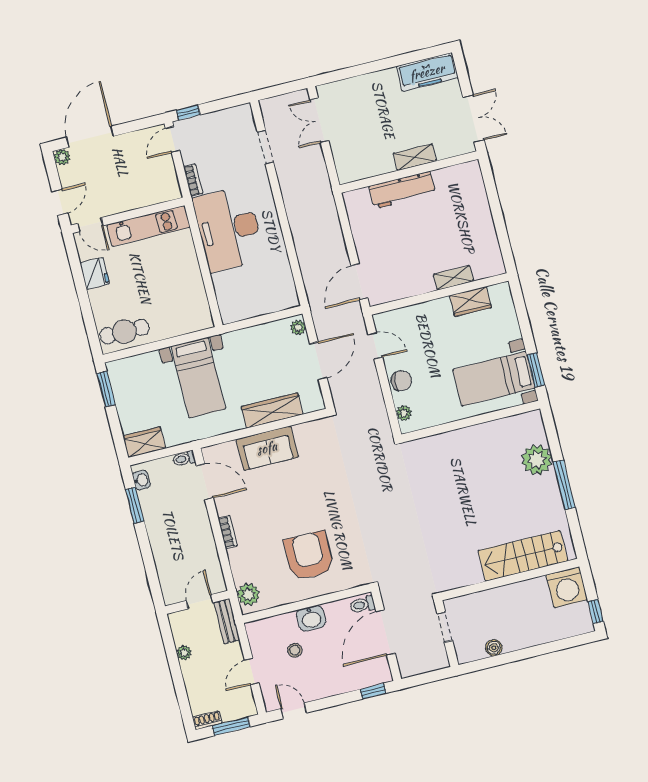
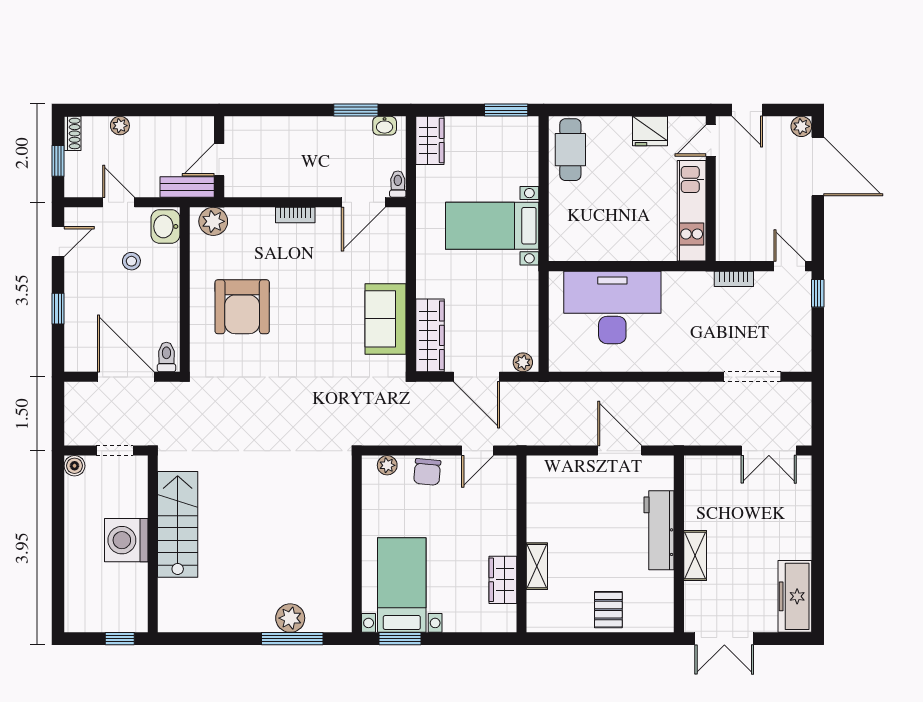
double door: (319, 120) -> (769, 451), swing flipped
doorway: (265, 147) -> (752, 377), width x1.38
pallet: (473, 214) -> (608, 610), added
desk: (229, 229) -> (612, 307), moved
door: (359, 282) -> (620, 451), moved
wardrobe: (272, 411) -> (430, 335), moved
sofa: (267, 448) -> (386, 319), moved
plant: (537, 460) -> (290, 618), width x0.73, depth x0.73
window: (564, 485) -> (292, 639), moved
armchair: (309, 556) -> (242, 307), turned 90
stairs: (523, 556) -> (178, 524), moved
washing machine: (567, 587) -> (126, 540), moved
door: (199, 602) -> (219, 160), swing flipped
window: (596, 611) -> (120, 639), moved
washbasin: (311, 618) -> (165, 226), moved
boiler: (494, 648) -> (75, 466), moved
plant: (184, 653) -> (120, 126), moved
window: (373, 691) -> (58, 309), moved
window: (231, 726) -> (58, 161), width x0.67

